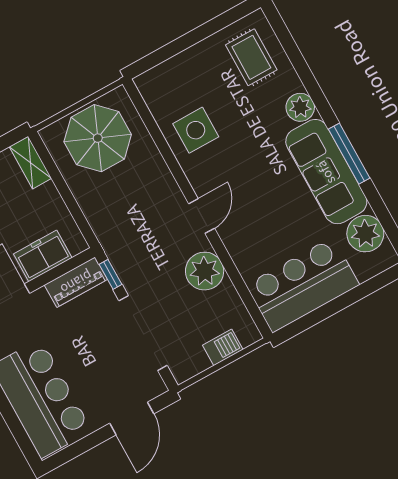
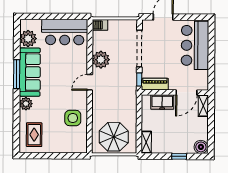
barbecue: (223, 347) -> (100, 25), moved

